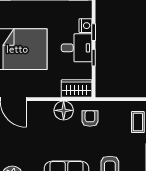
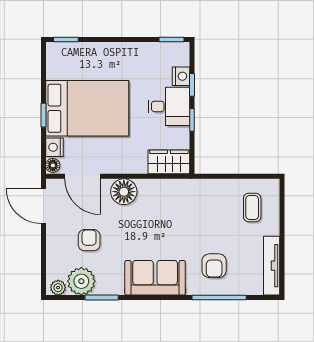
floor lamp: (64, 110) -> (124, 192), moved
armchair: (90, 118) -> (89, 240), moved

